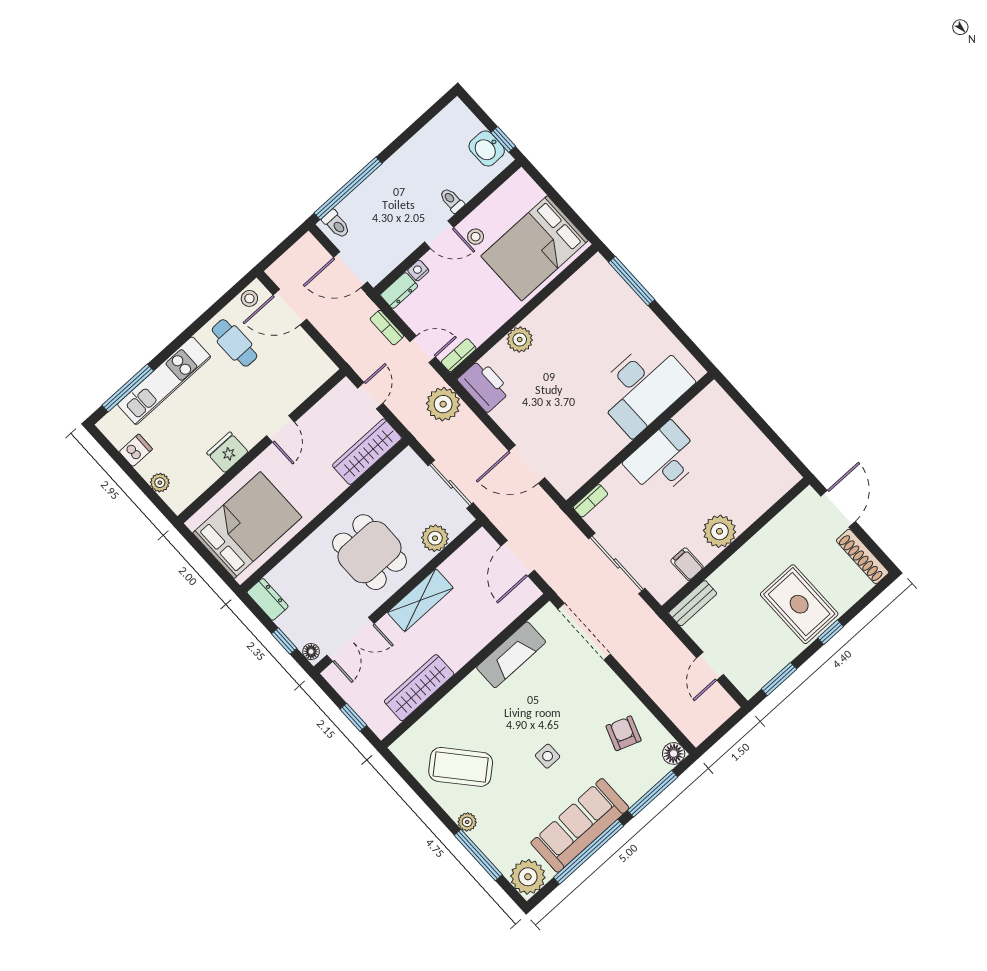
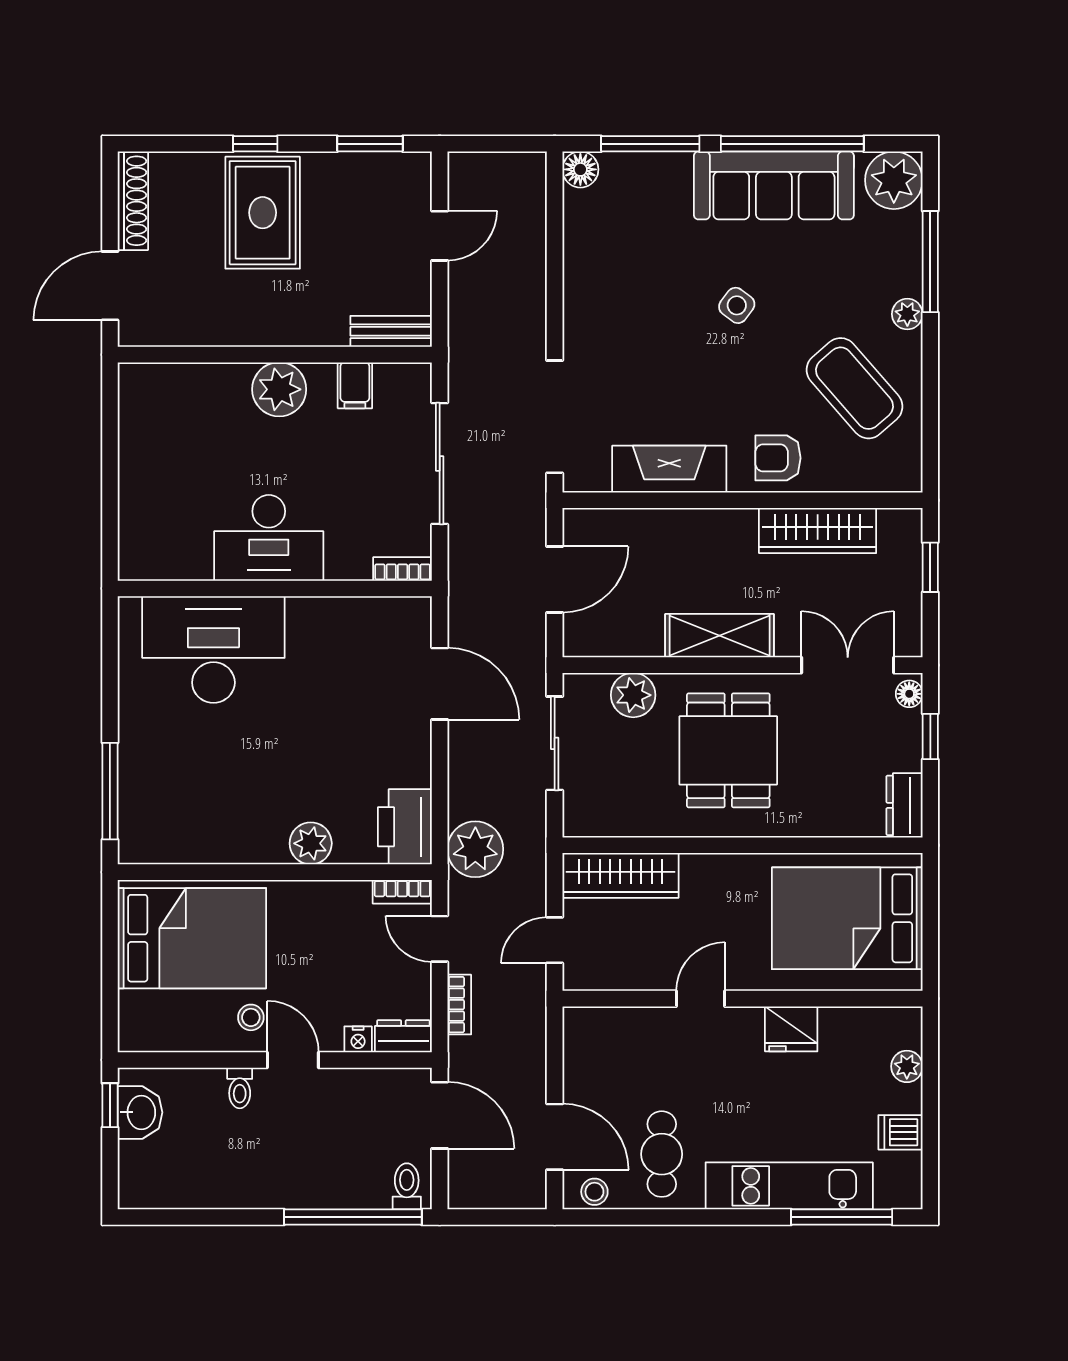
armchair: (624, 733) -> (778, 458), moved, turned 70
side table: (548, 756) -> (737, 305), turned 37

